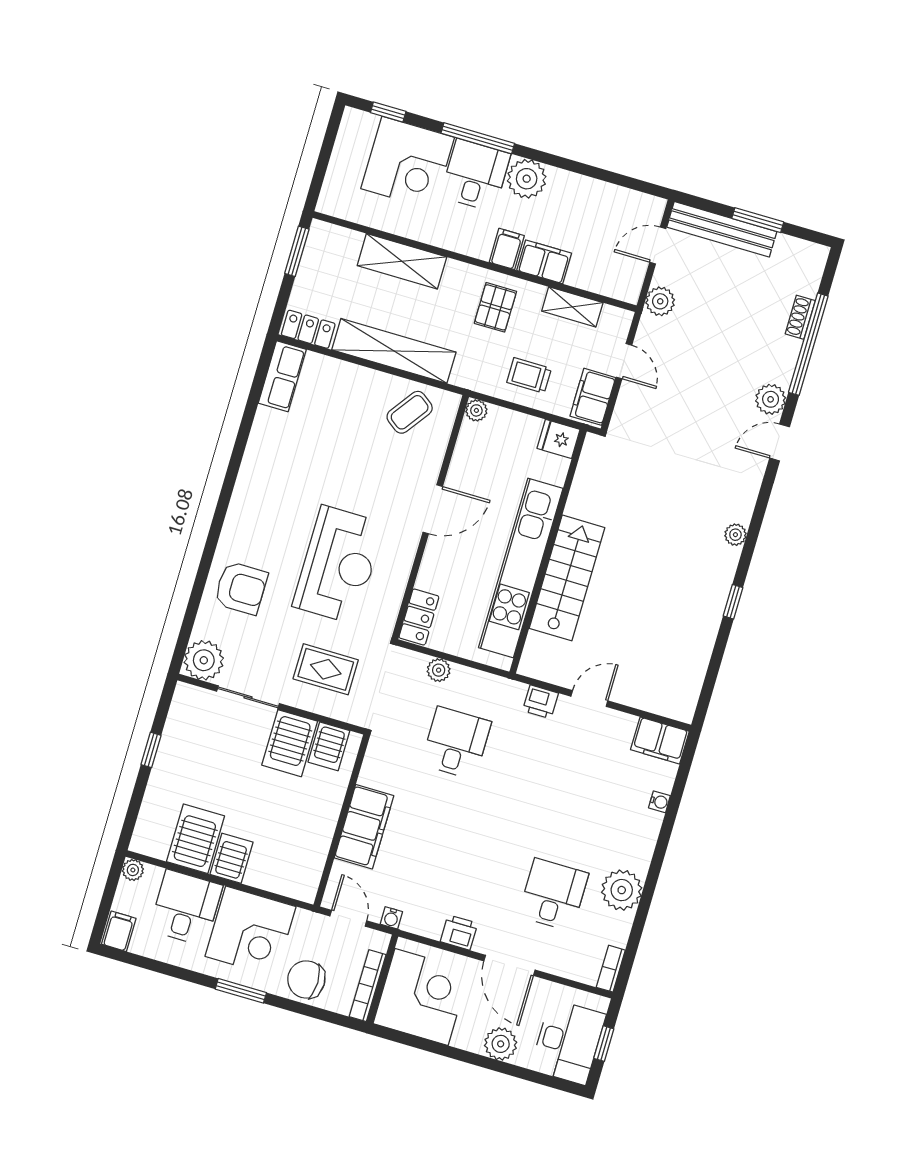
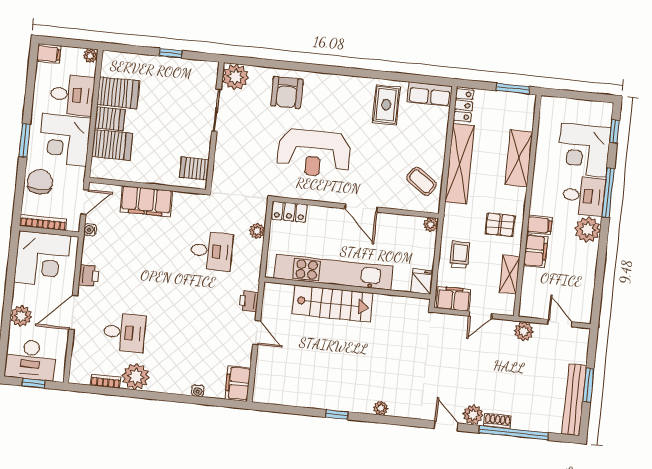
bench: (722, 229) -> (574, 400), moved
shoe rack: (800, 317) -> (498, 421), moved
rug: (326, 669) -> (386, 105), moved
server rack: (290, 743) -> (112, 145), moved, turned 180
bookcase: (611, 969) -> (106, 381), moved

